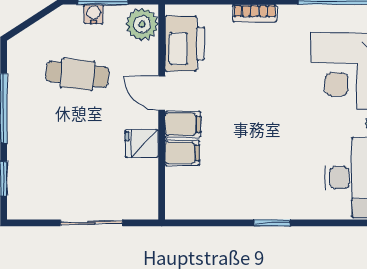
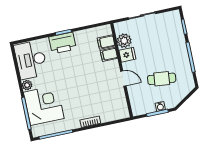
plant: (142, 24) -> (124, 41), moved
printer: (185, 44) -> (63, 43), moved, turned -90
filing cabinet: (183, 124) -> (106, 42), moved

